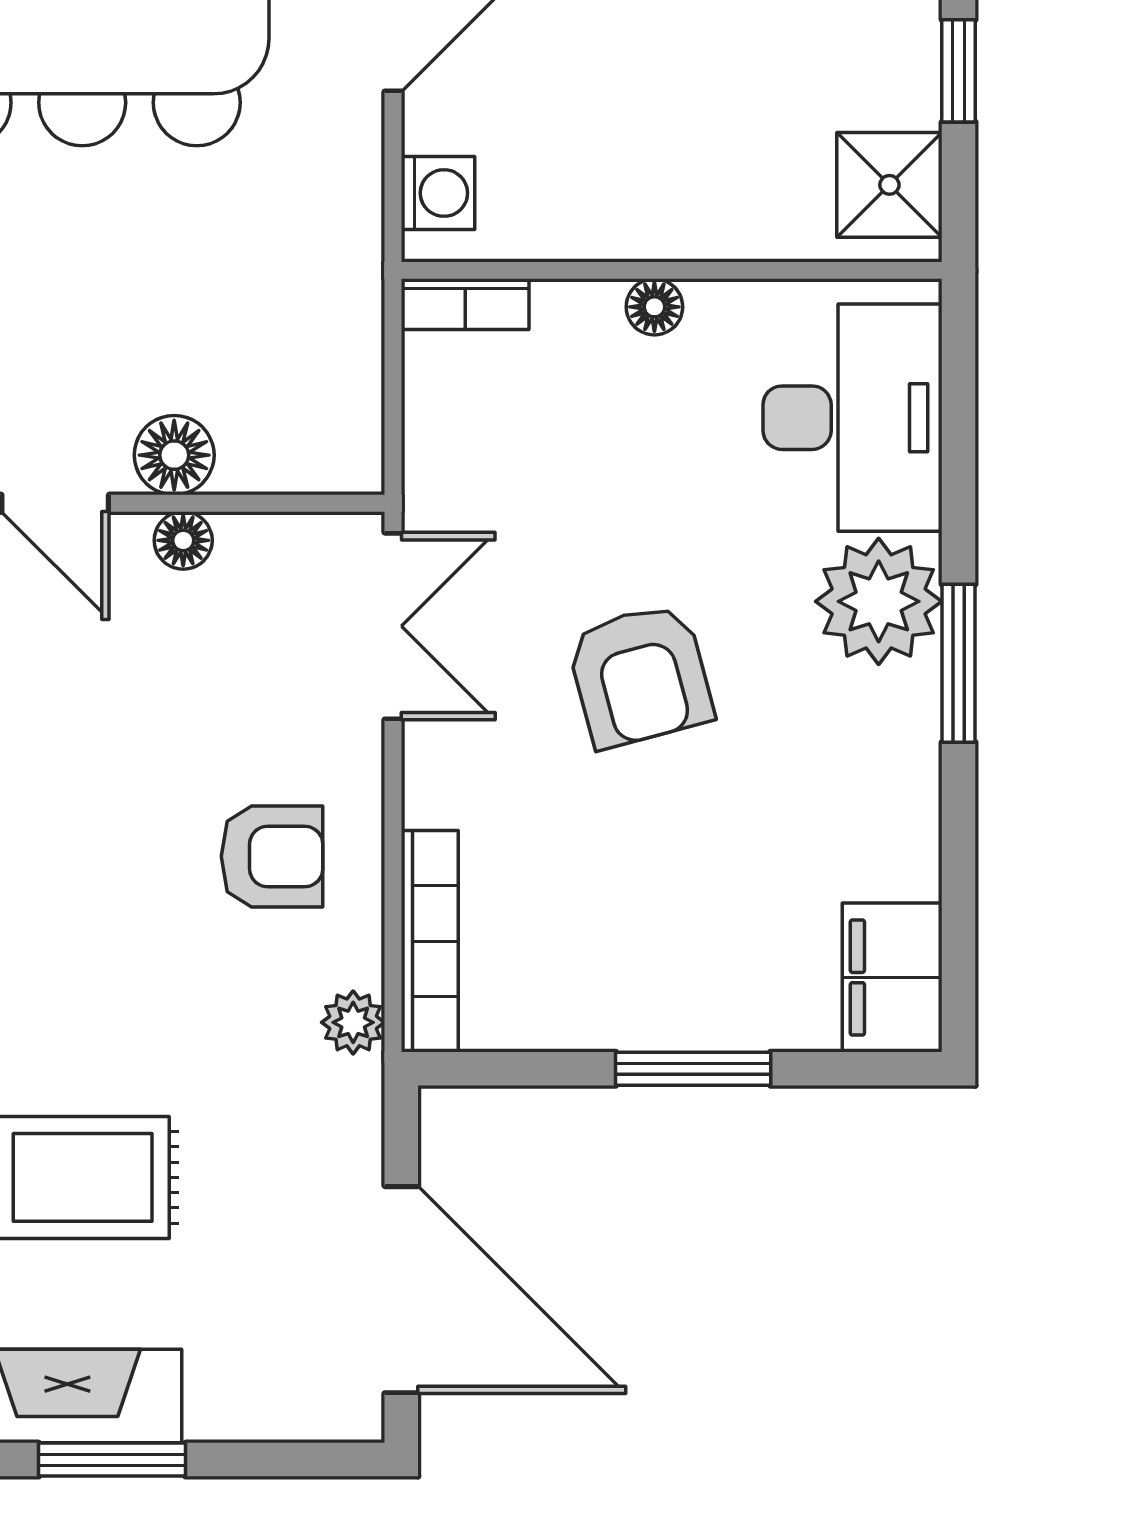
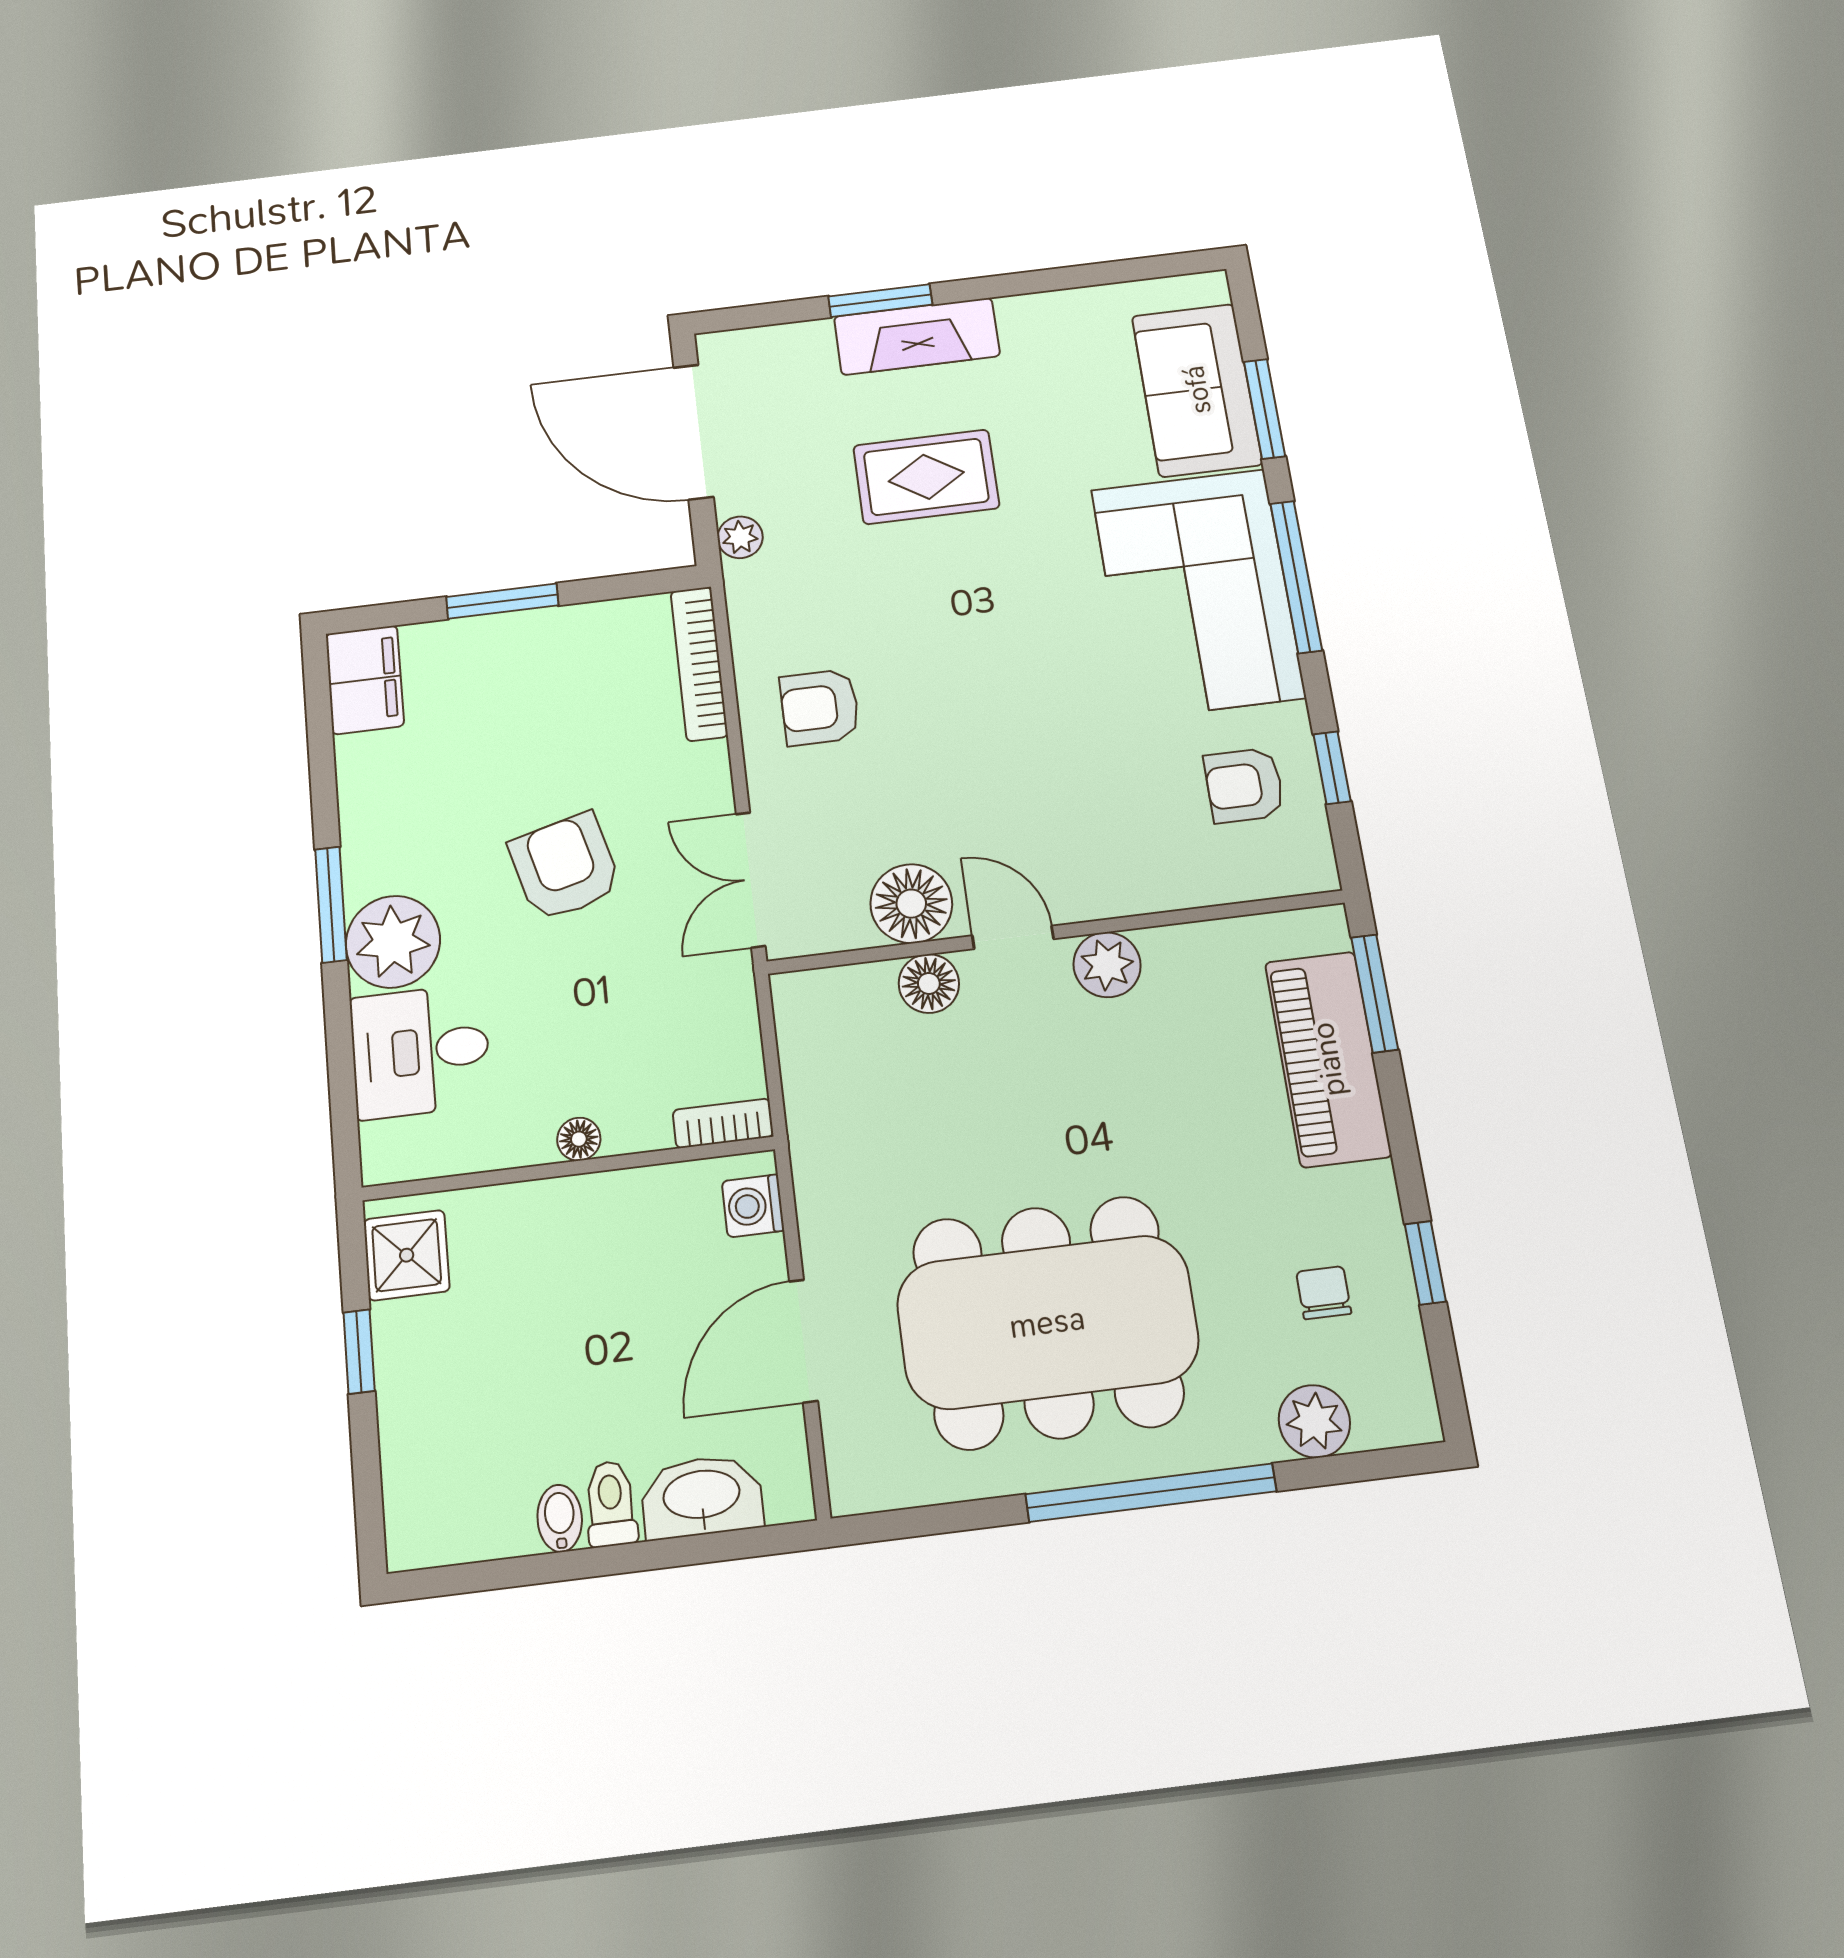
desk: (853, 418) -> (420, 1051), width x0.73
floor lamp: (183, 540) -> (911, 904), width x1.89, depth x1.89
plant: (353, 1022) -> (740, 537), moved

